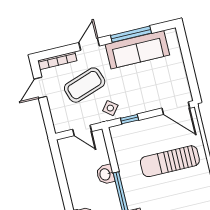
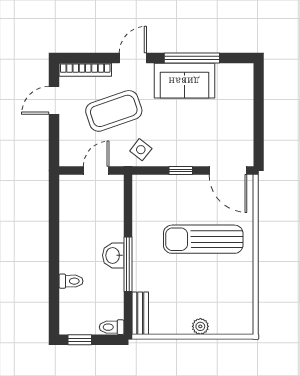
sofa: (137, 50) -> (184, 81), width x0.73
window: (130, 119) -> (181, 171), moved
door: (82, 130) -> (96, 171), swing flipped
washbasin: (105, 174) -> (113, 255), moved

